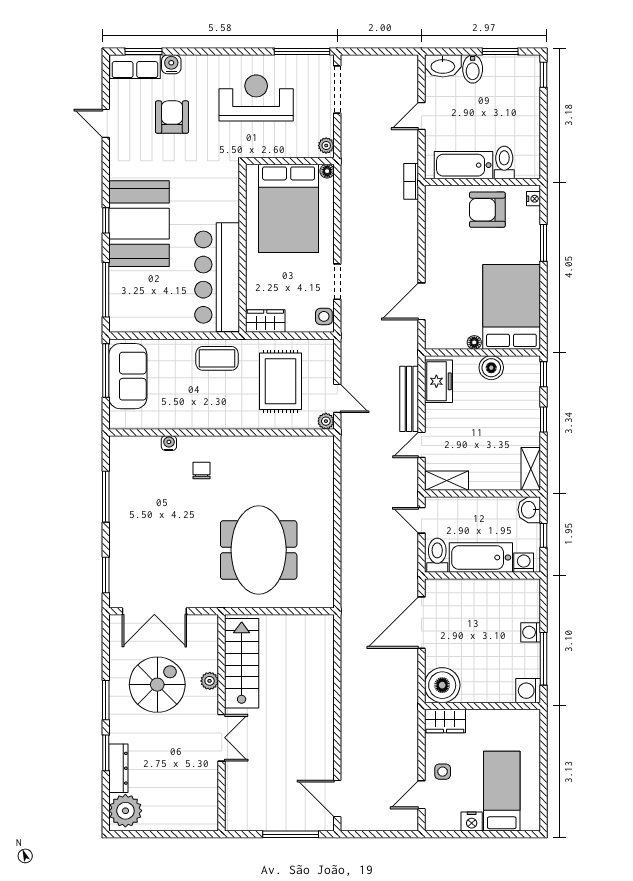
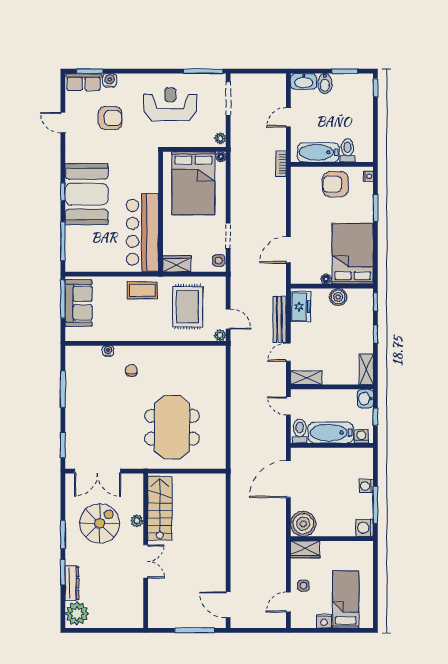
armchair: (172, 117) -> (110, 118), turned 90

